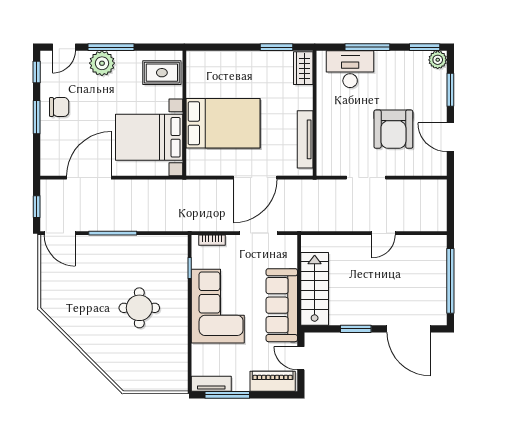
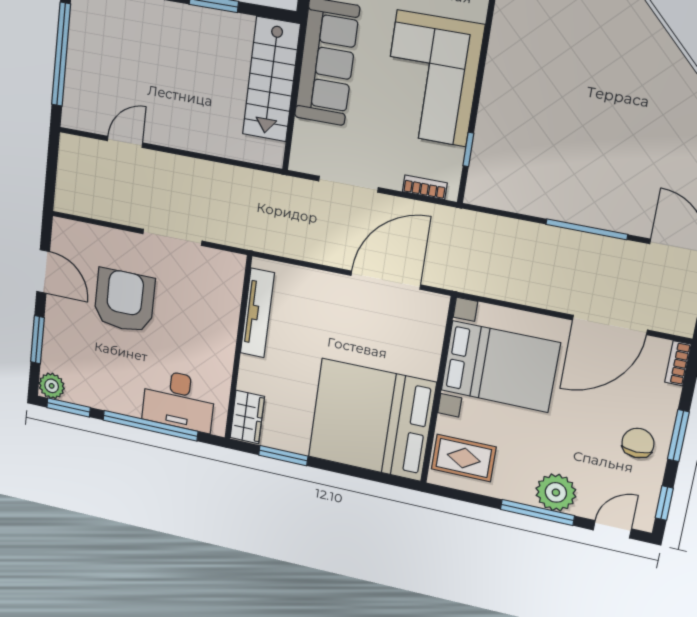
window: (367, 47) -> (150, 426), width x1.46
chair: (59, 107) -> (638, 443), turned 90
bed: (223, 123) -> (372, 420), moved, width x1.36
bookcase: (45, 162) -> (678, 363), added
door: (255, 178) -> (386, 280), moved
door: (383, 233) -> (125, 142), moved
round table: (139, 308) -> (564, 99), removed

